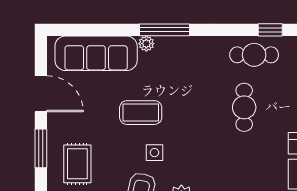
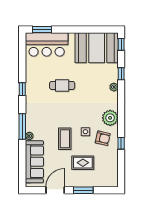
window: (270, 30) -> (22, 89), moved
cafe table: (254, 55) -> (35, 80), removed
rug: (77, 164) -> (83, 163), moved

